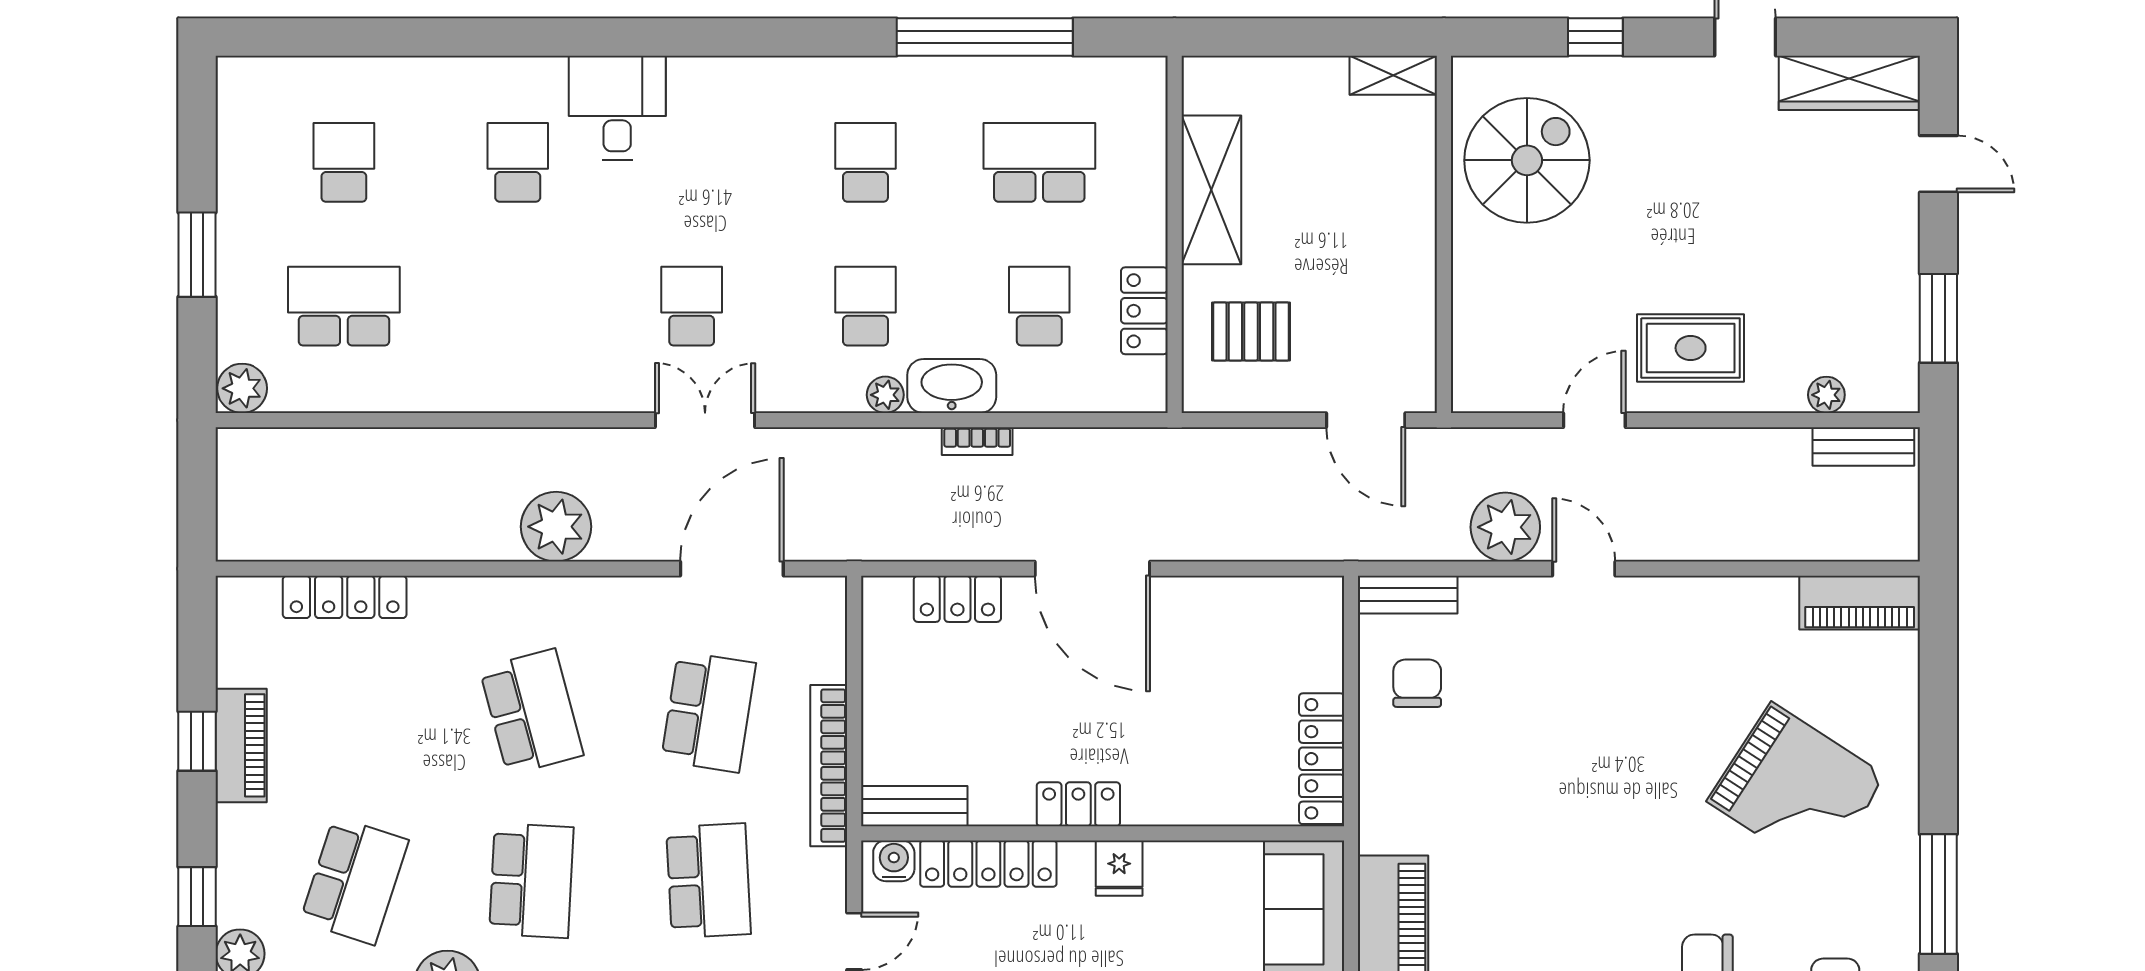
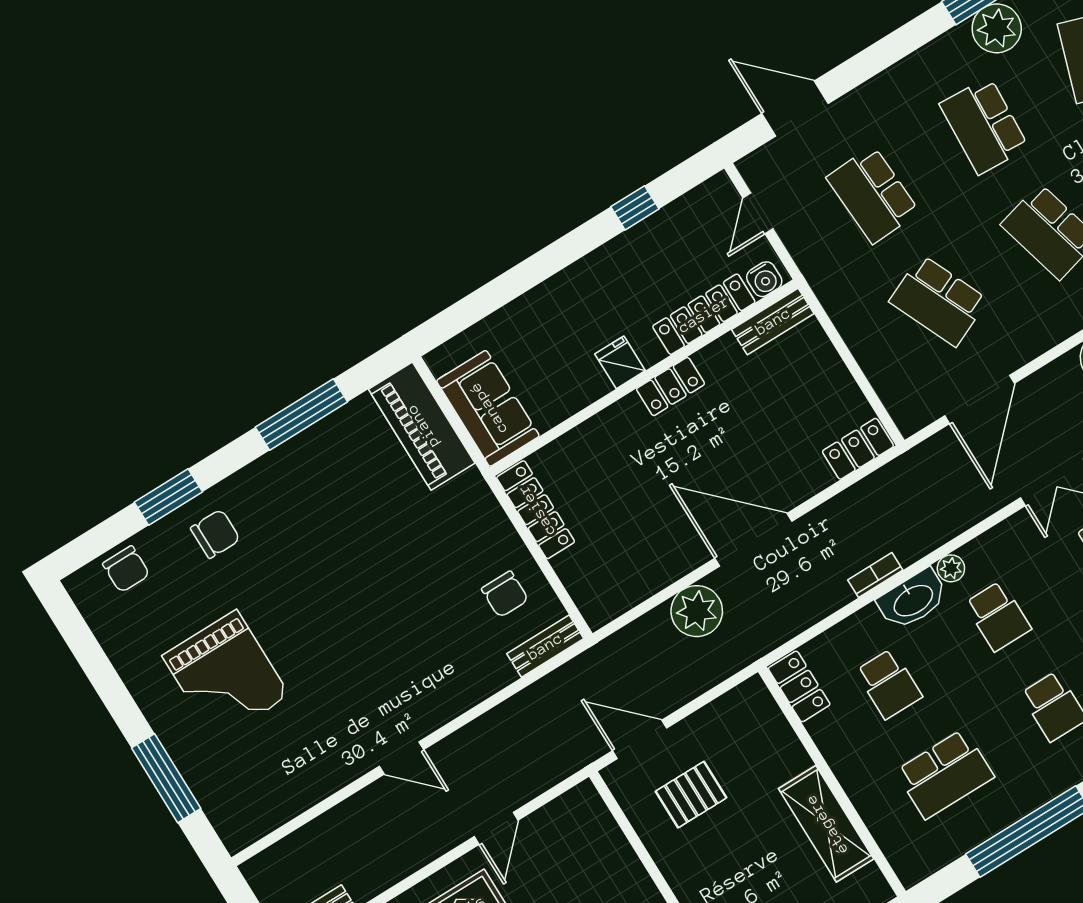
locker: (1144, 311) -> (799, 686), moved
pallet: (1251, 331) -> (691, 795), moved
plant: (1505, 527) -> (697, 611), moved
door: (1584, 569) -> (401, 758), moved
locker: (957, 599) -> (858, 449), moved
piano: (1860, 603) -> (259, 817), removed
school desk: (709, 712) -> (939, 301), turned -33
bookcase: (829, 766) -> (842, 314), removed
grand piano: (1796, 789) -> (226, 676), turned -123
window: (1938, 894) -> (166, 778), moved

